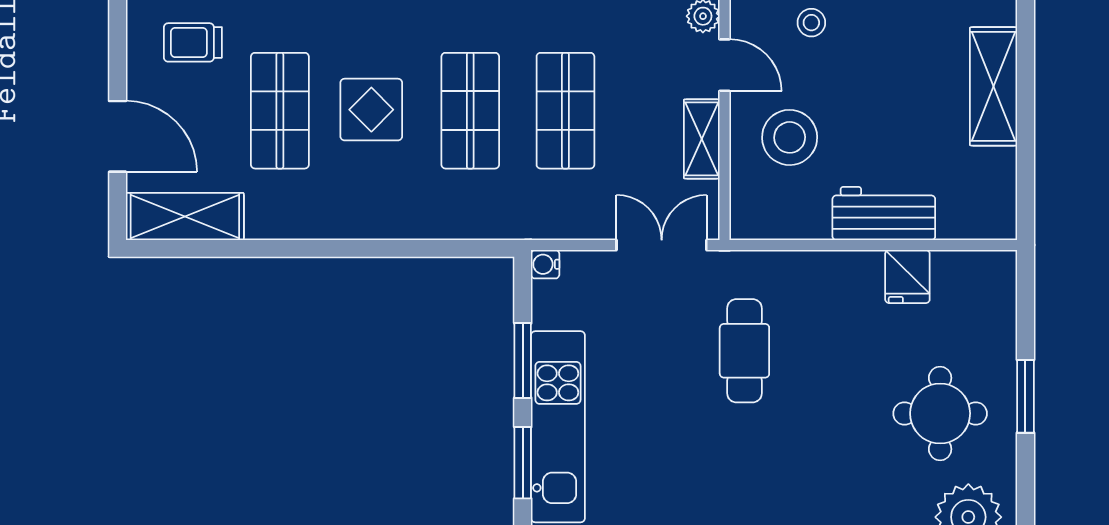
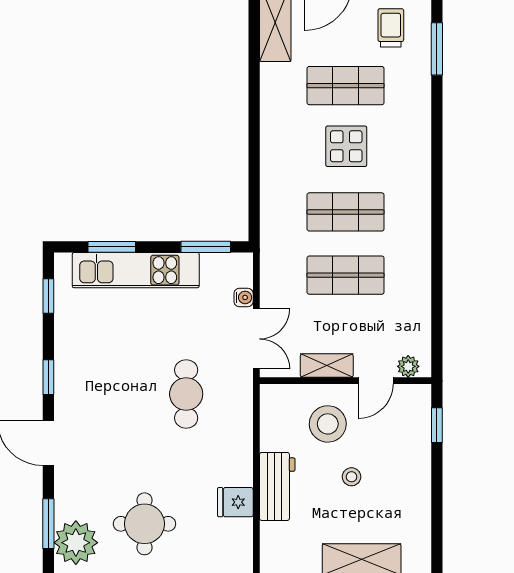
stool: (811, 23) -> (351, 477), moved
water cooler: (545, 264) -> (244, 297), moved, turned 90
cafe table: (744, 351) -> (186, 394), turned 90
window: (523, 360) -> (206, 247), moved

